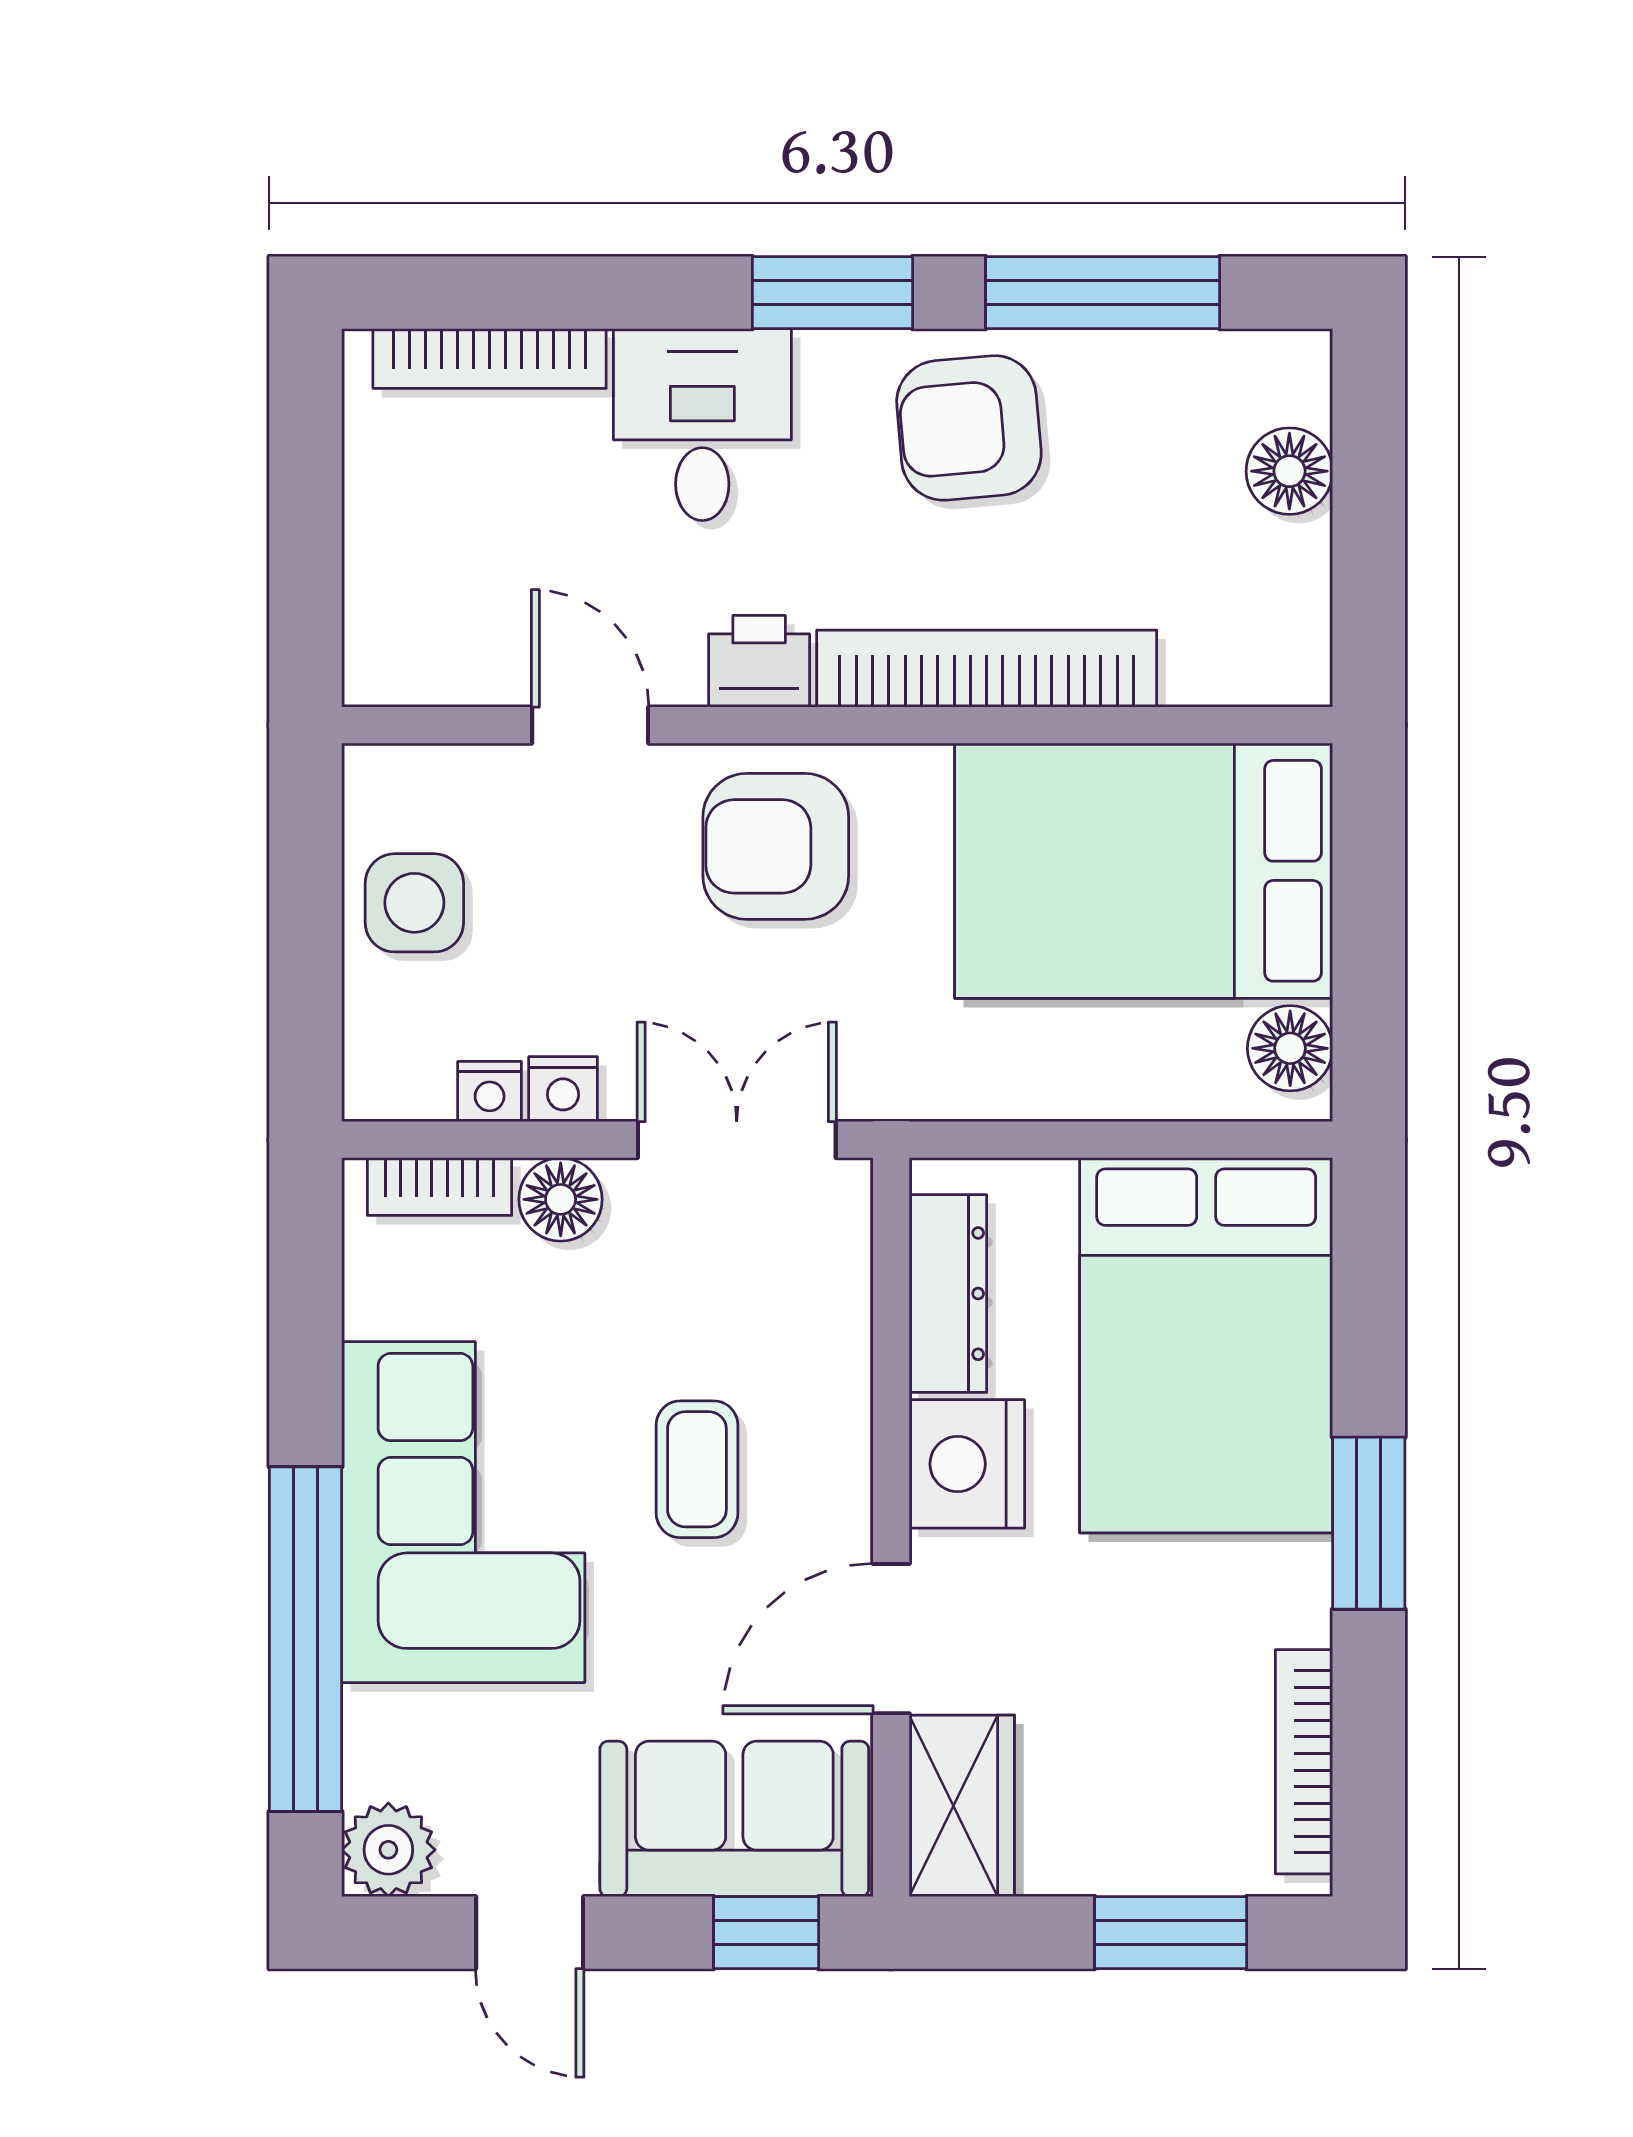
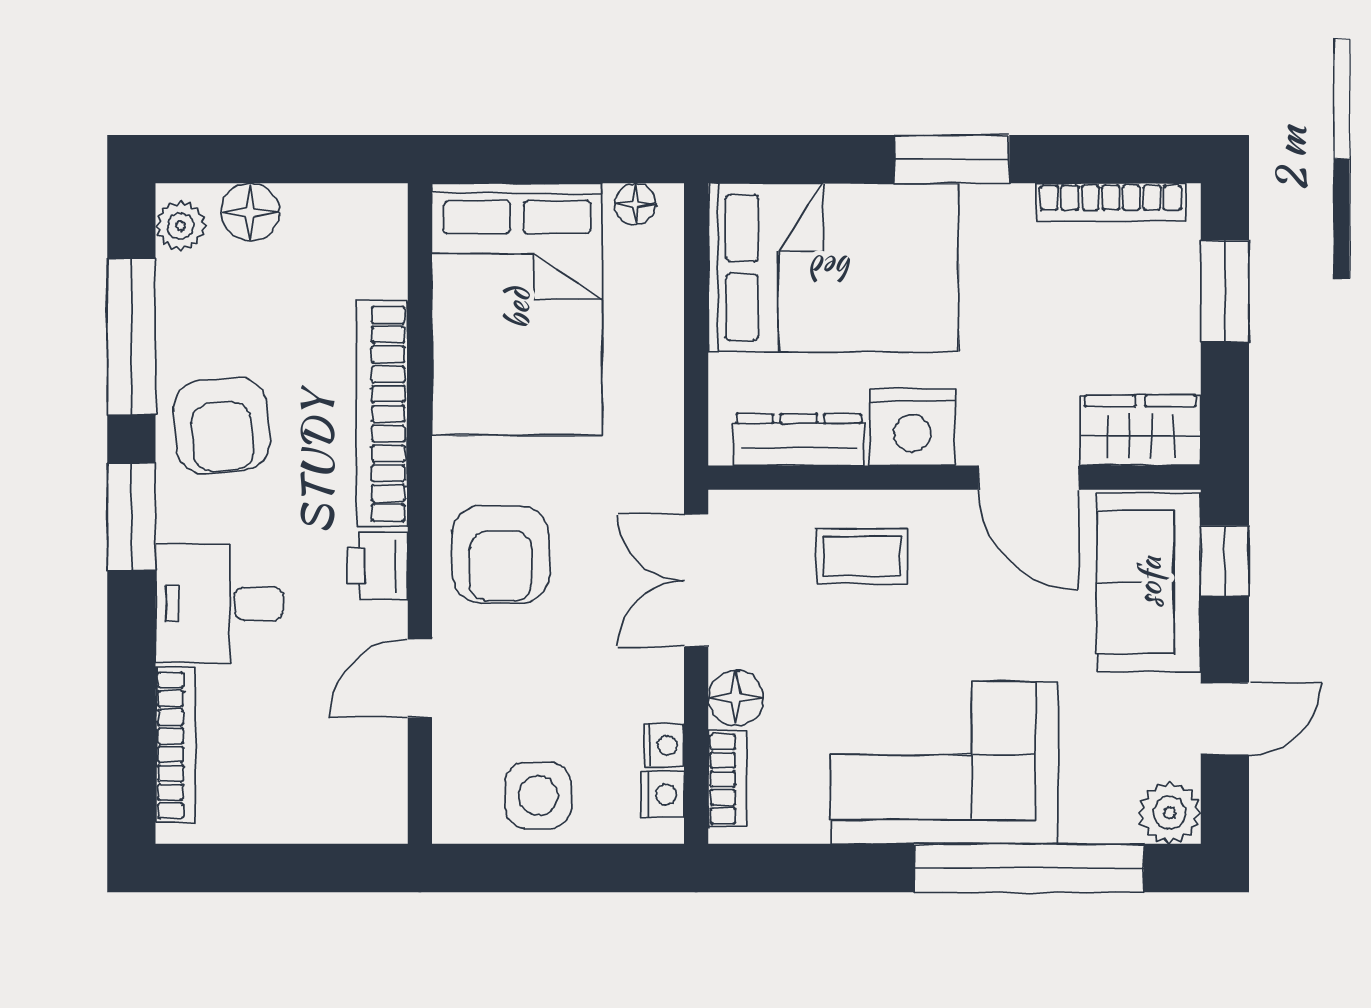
plant: (1269, 366) -> (181, 226), added
floor lamp: (1290, 1048) -> (635, 204), width x0.73, depth x0.73
nightstand: (563, 1089) -> (662, 794), moved
coffee table: (697, 1469) -> (862, 556), moved

